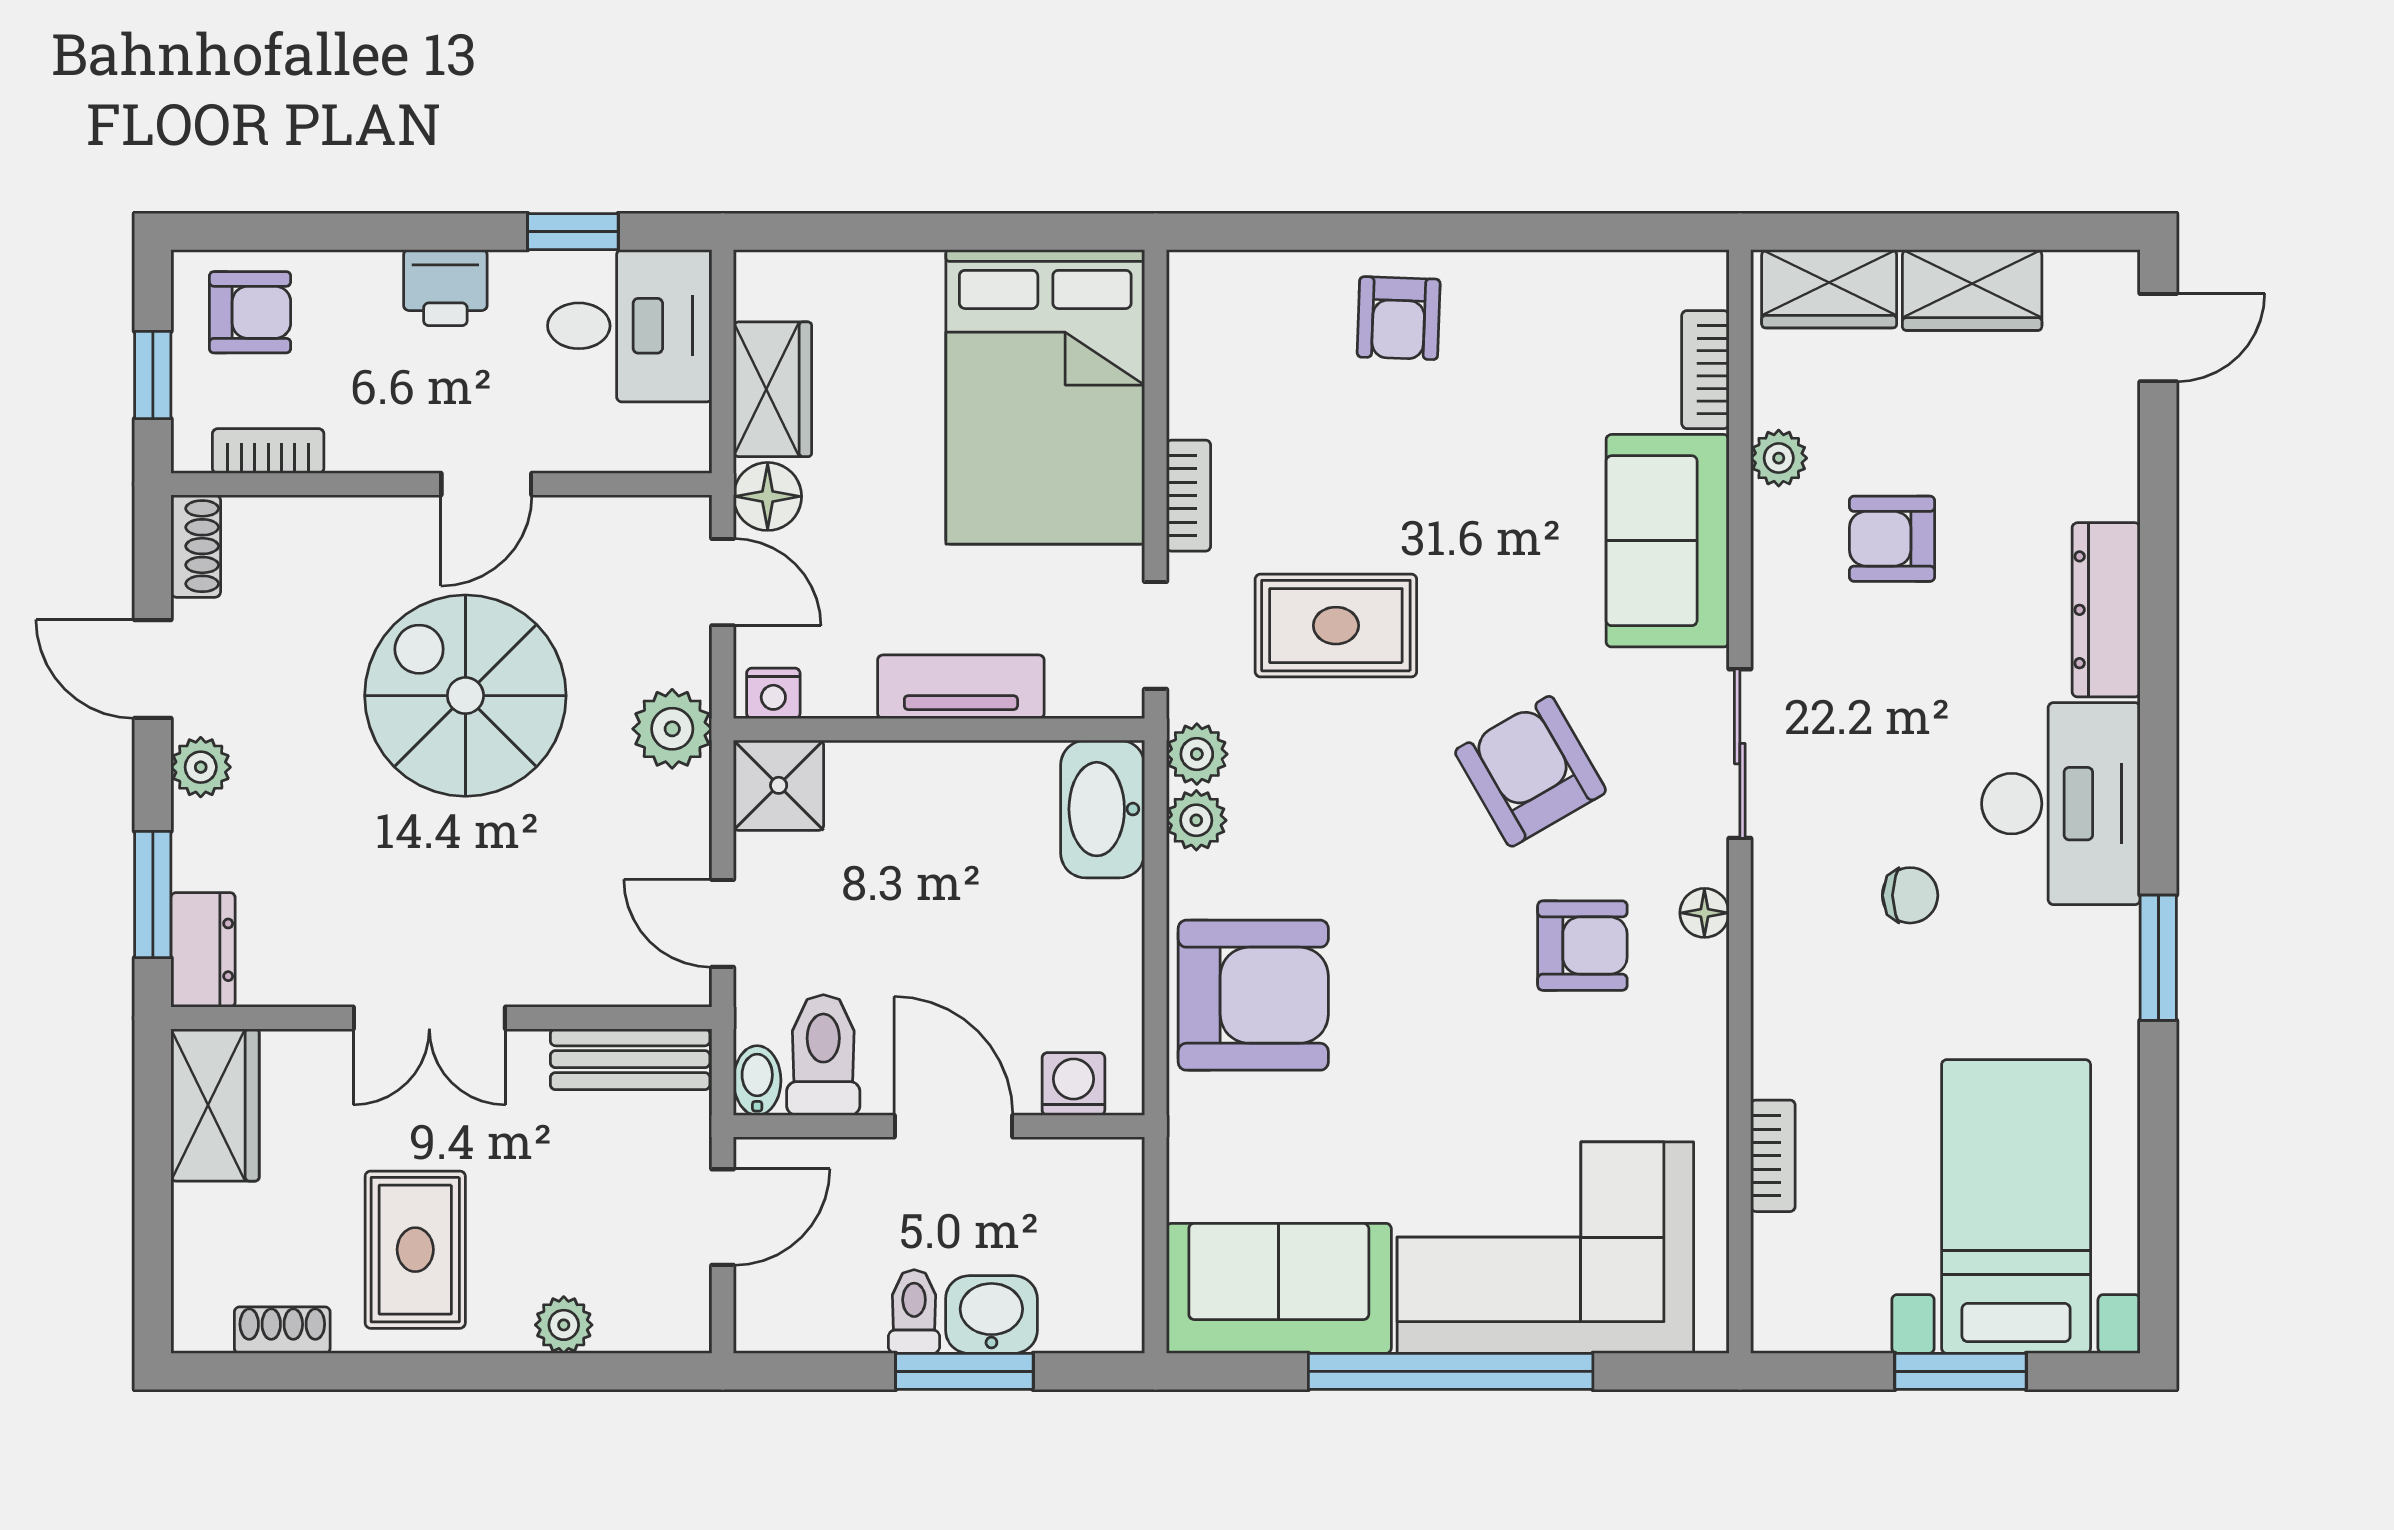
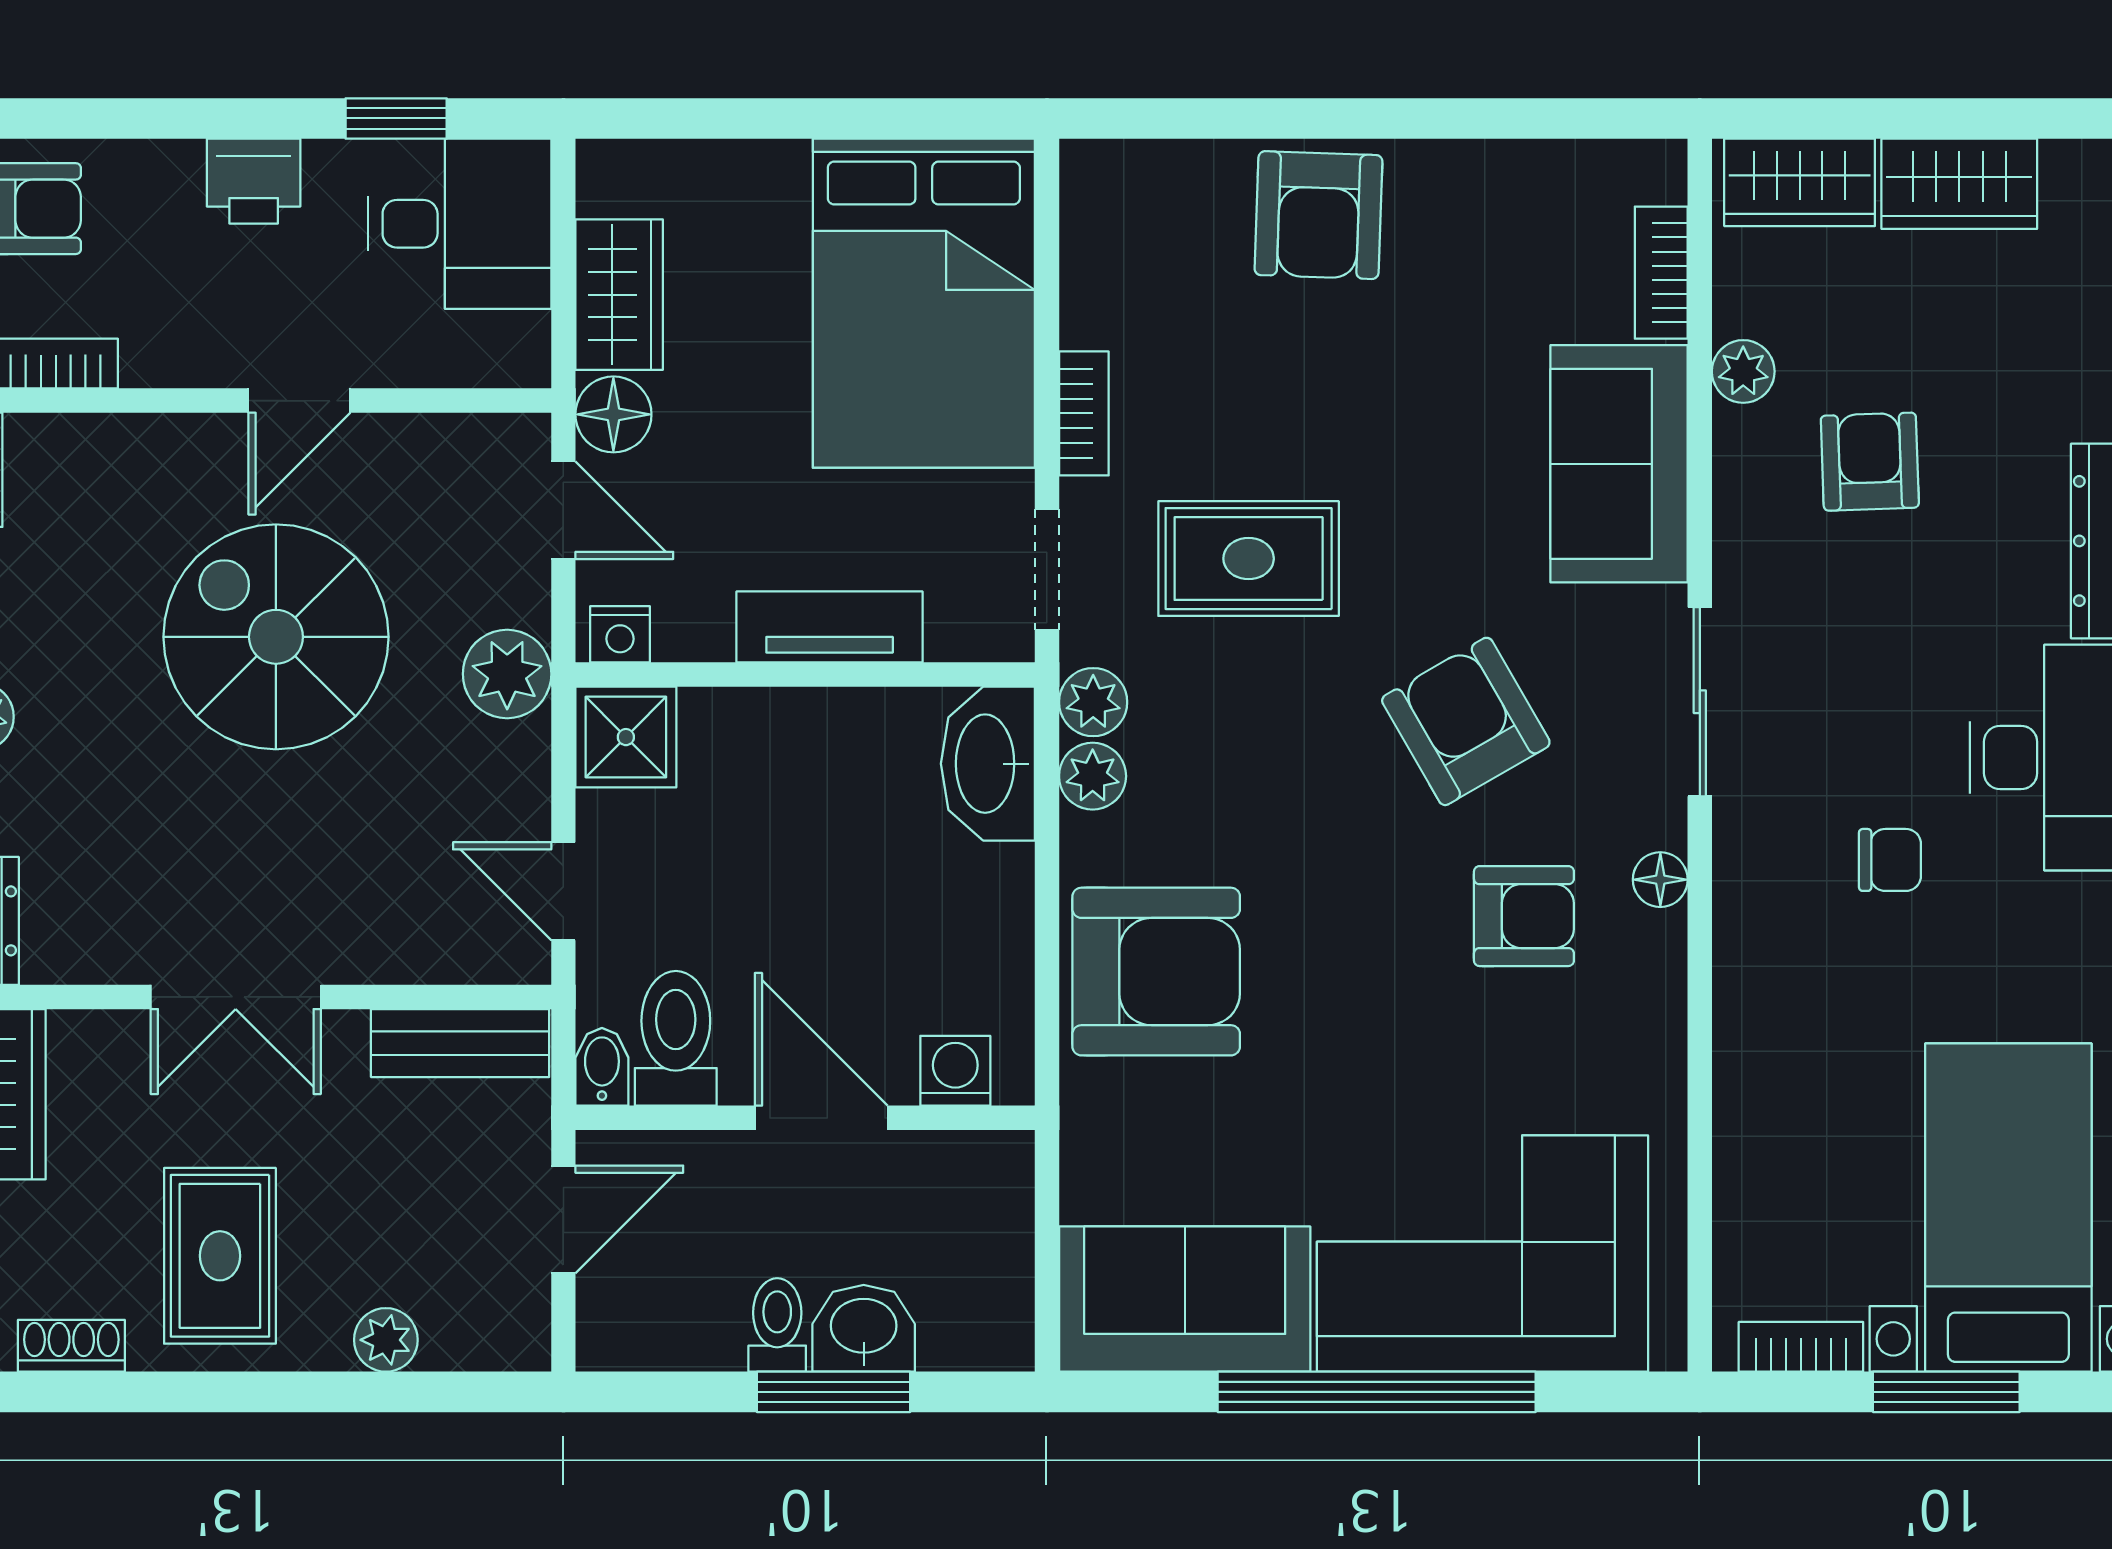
armchair: (1399, 318) -> (1319, 215), width x1.38, depth x1.38
armchair: (1892, 539) -> (1870, 462), turned 88
bookcase: (1773, 1156) -> (1801, 1347), moved, turned -90

